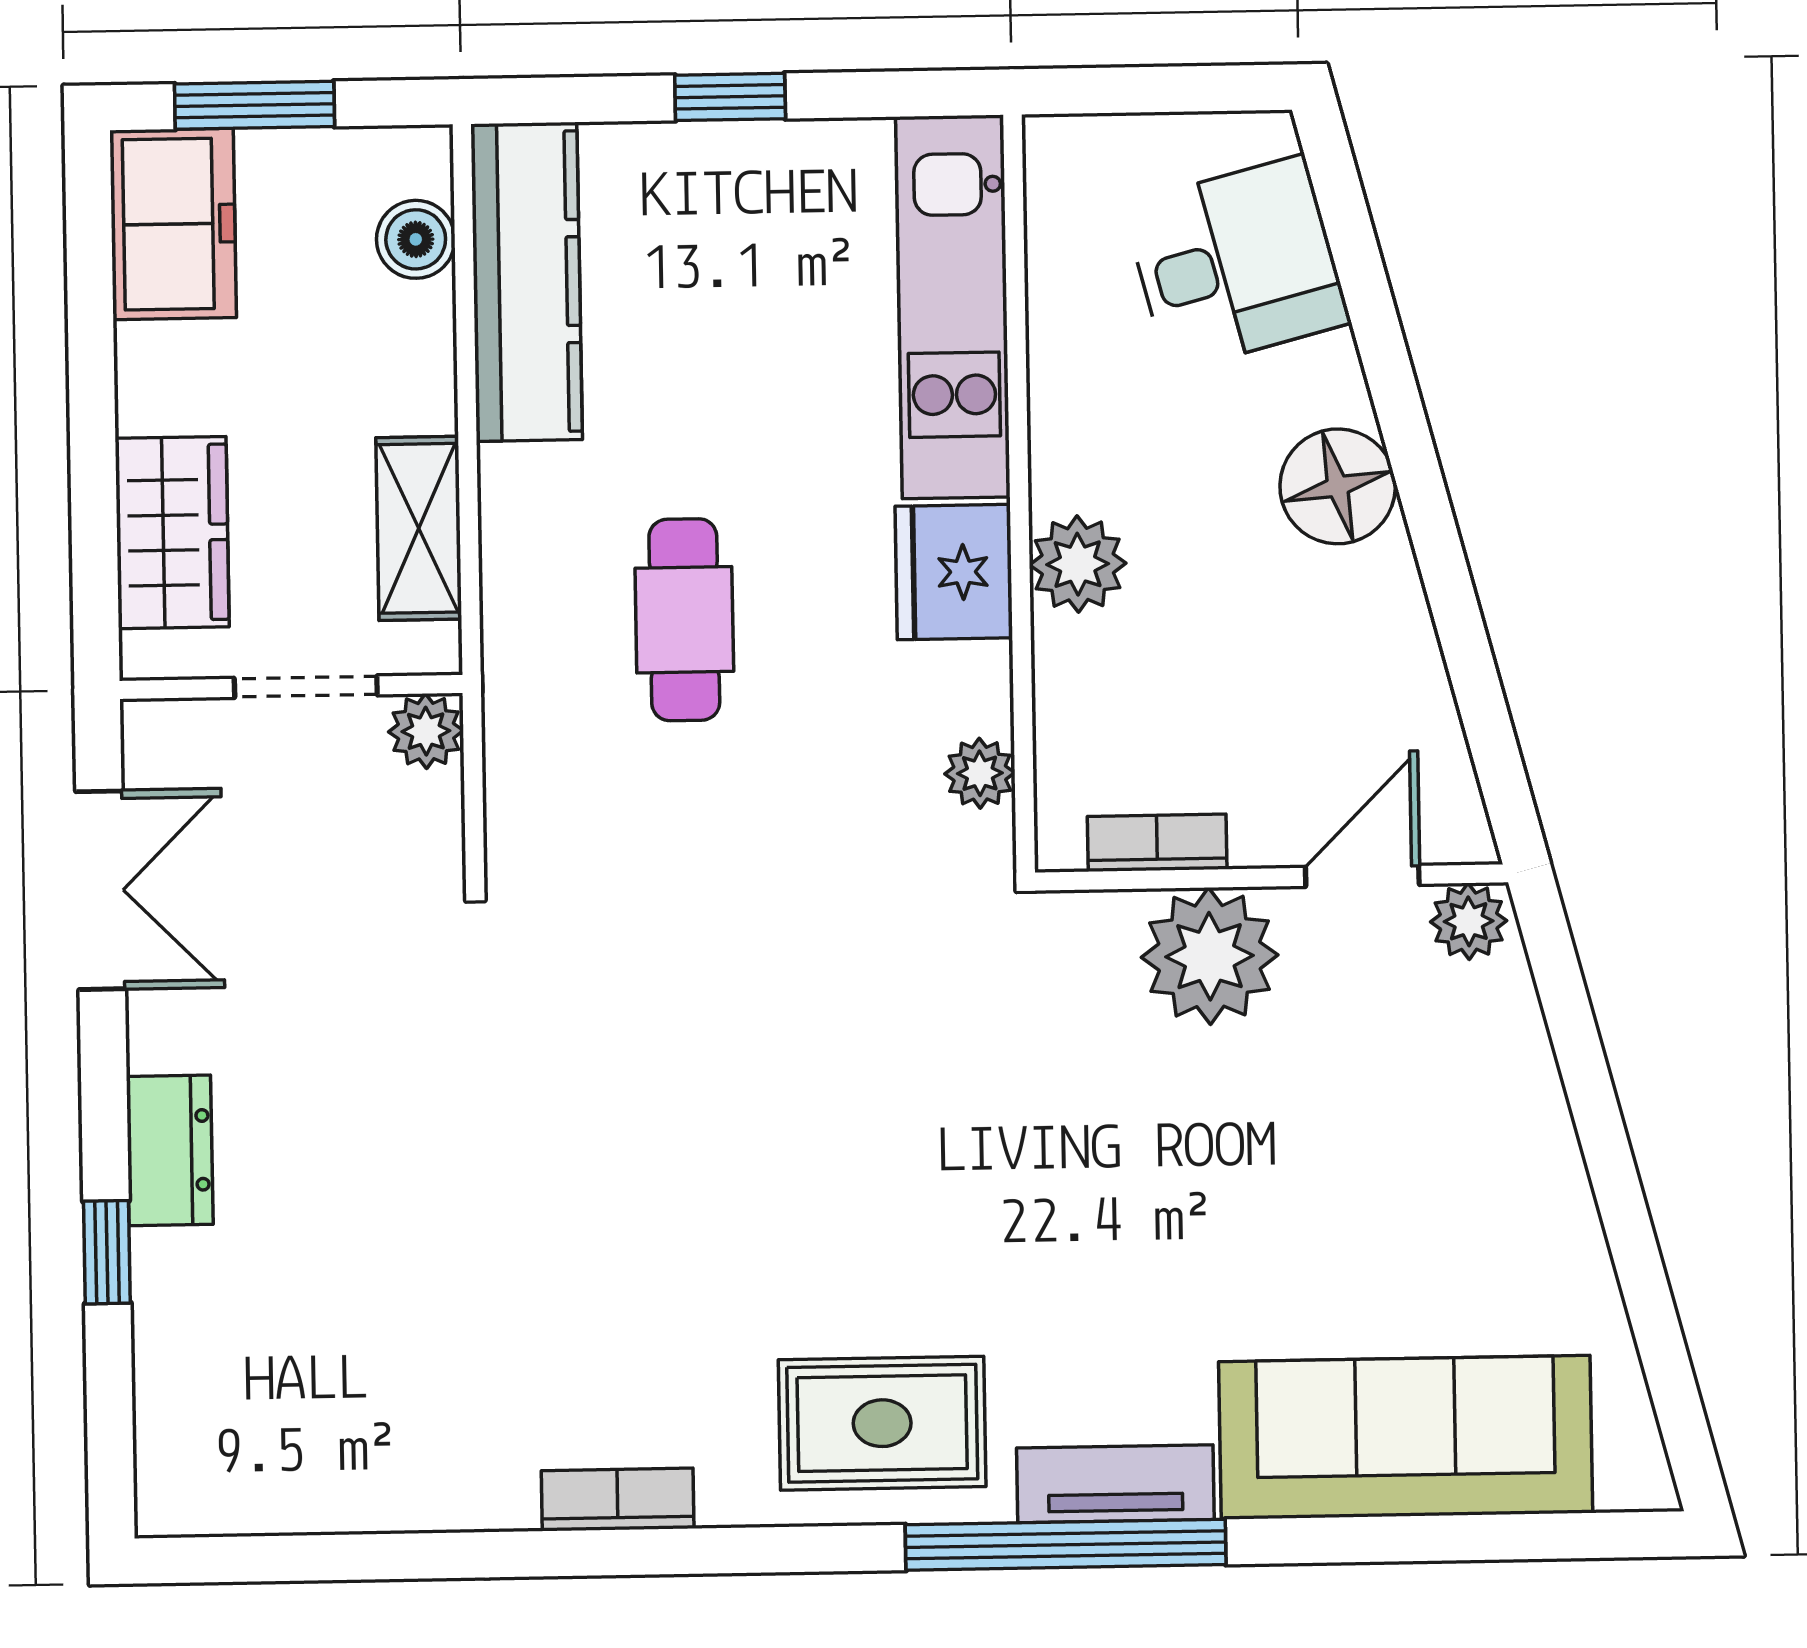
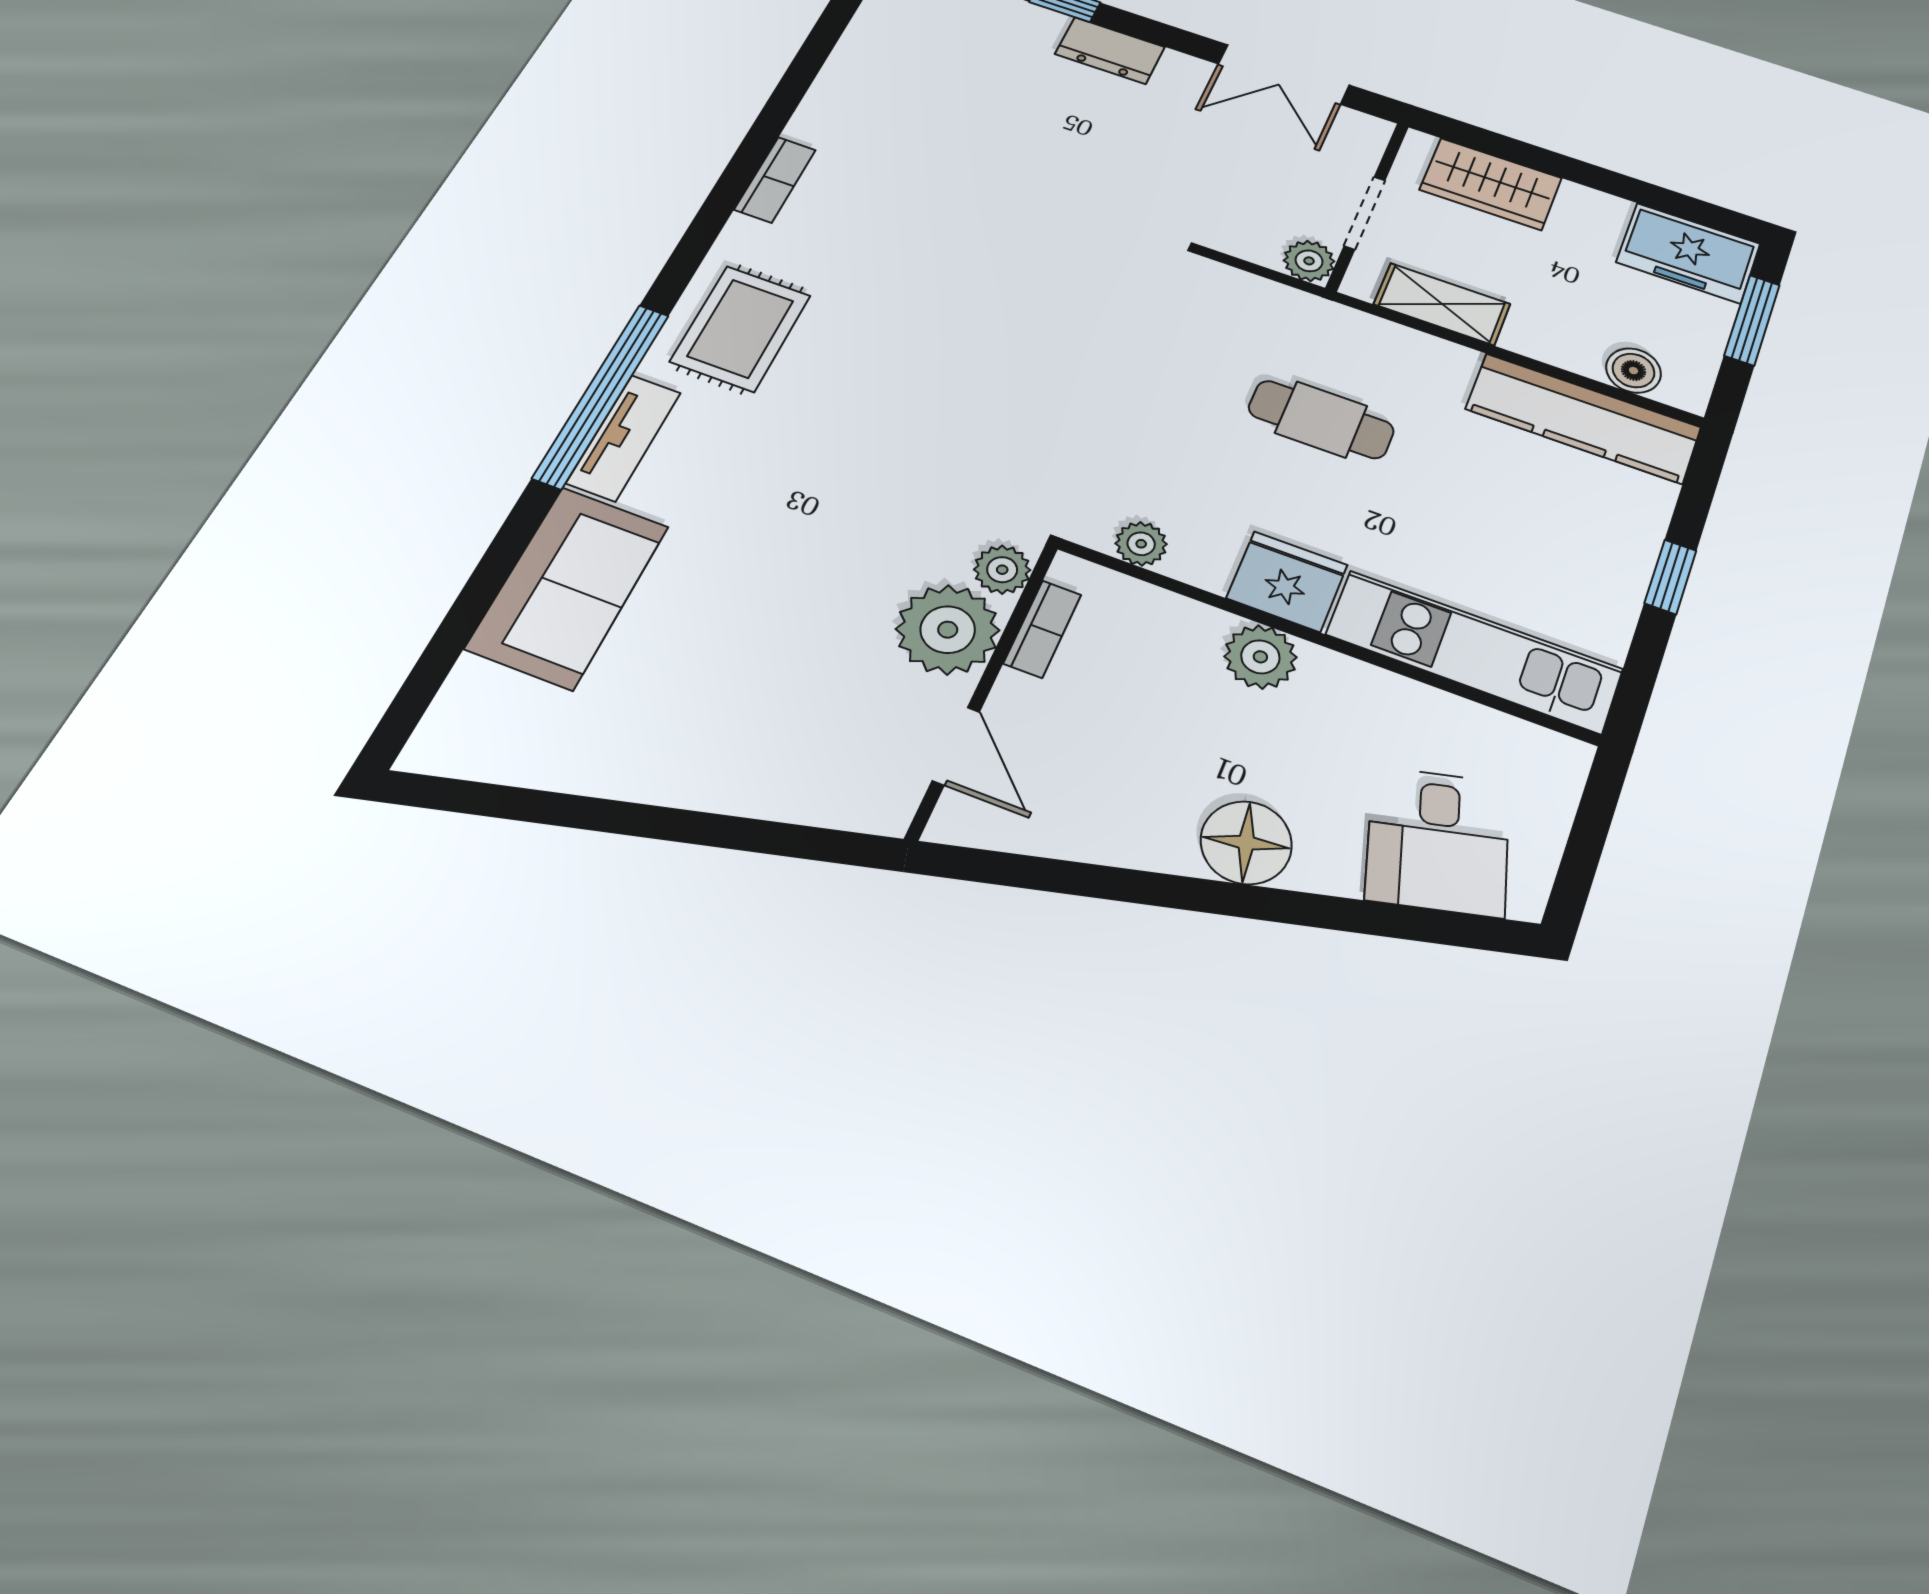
plant: (1469, 921) -> (1002, 570), moved
sofa: (1406, 1437) -> (568, 587), width x0.73

